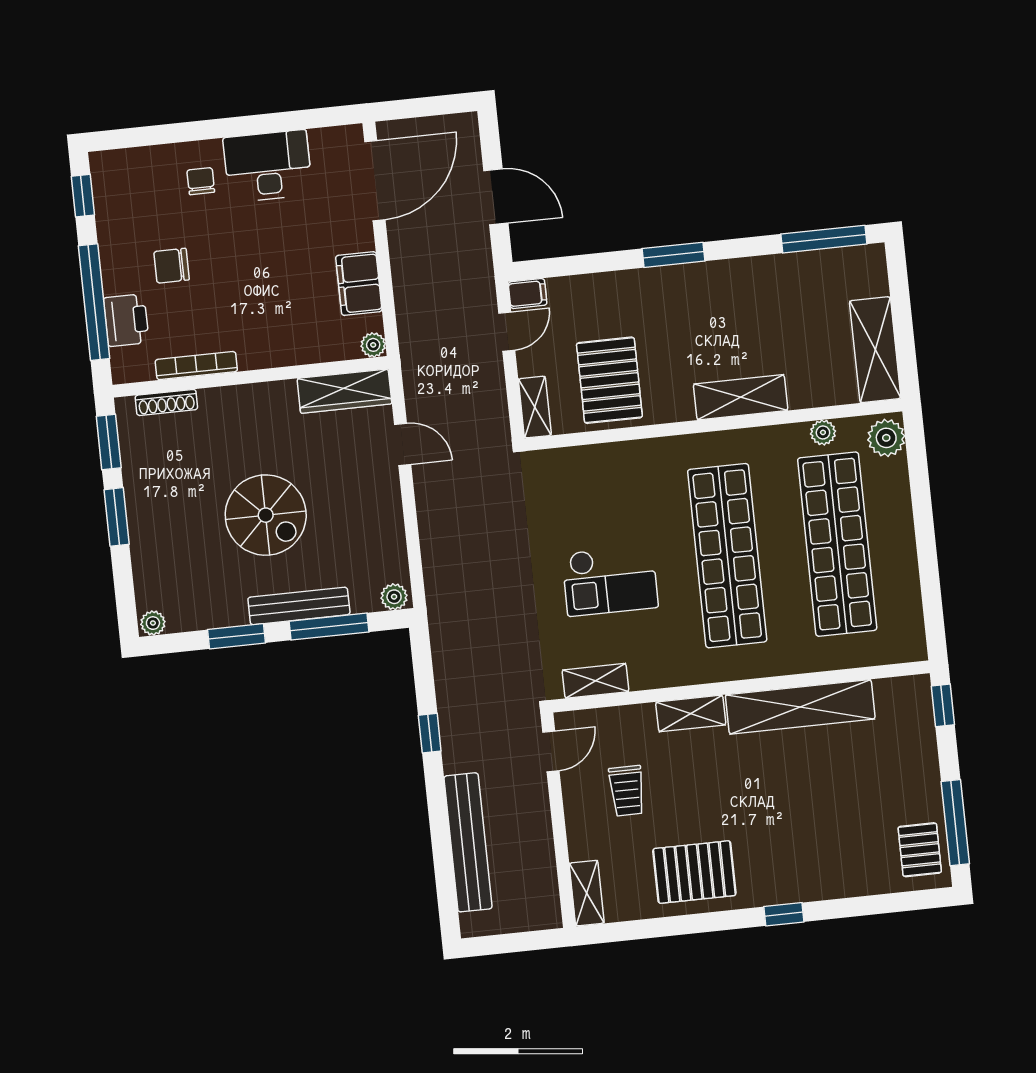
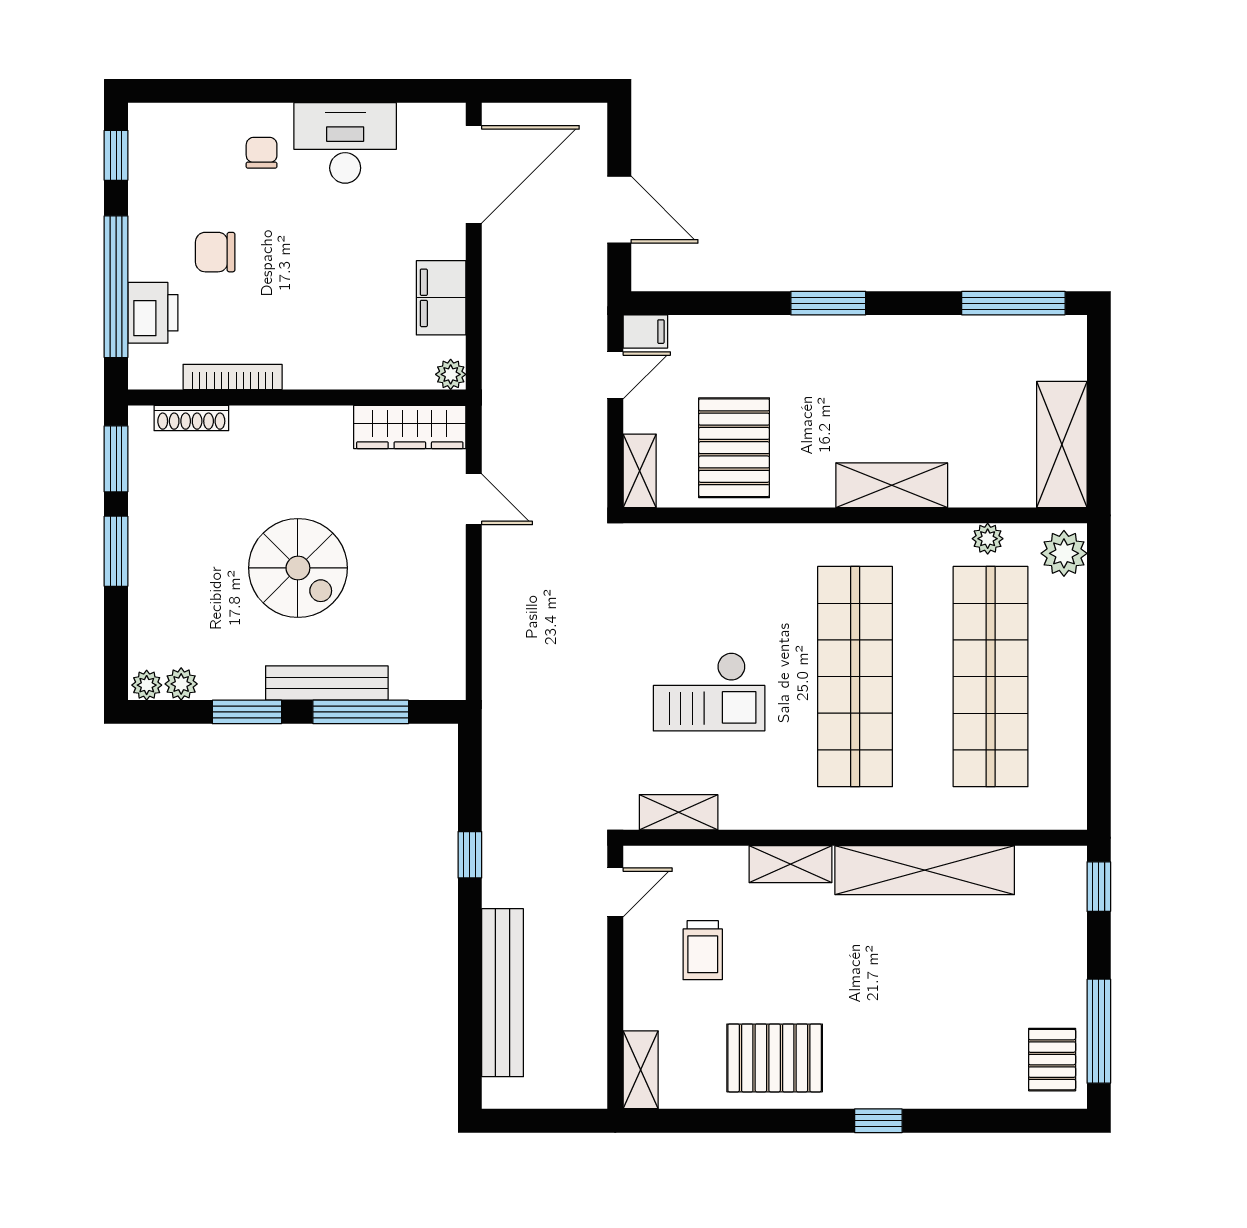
plant: (394, 597) -> (181, 684), moved

